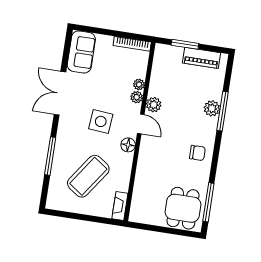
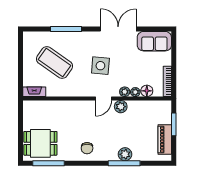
floor lamp: (128, 145) -> (147, 91), moved

